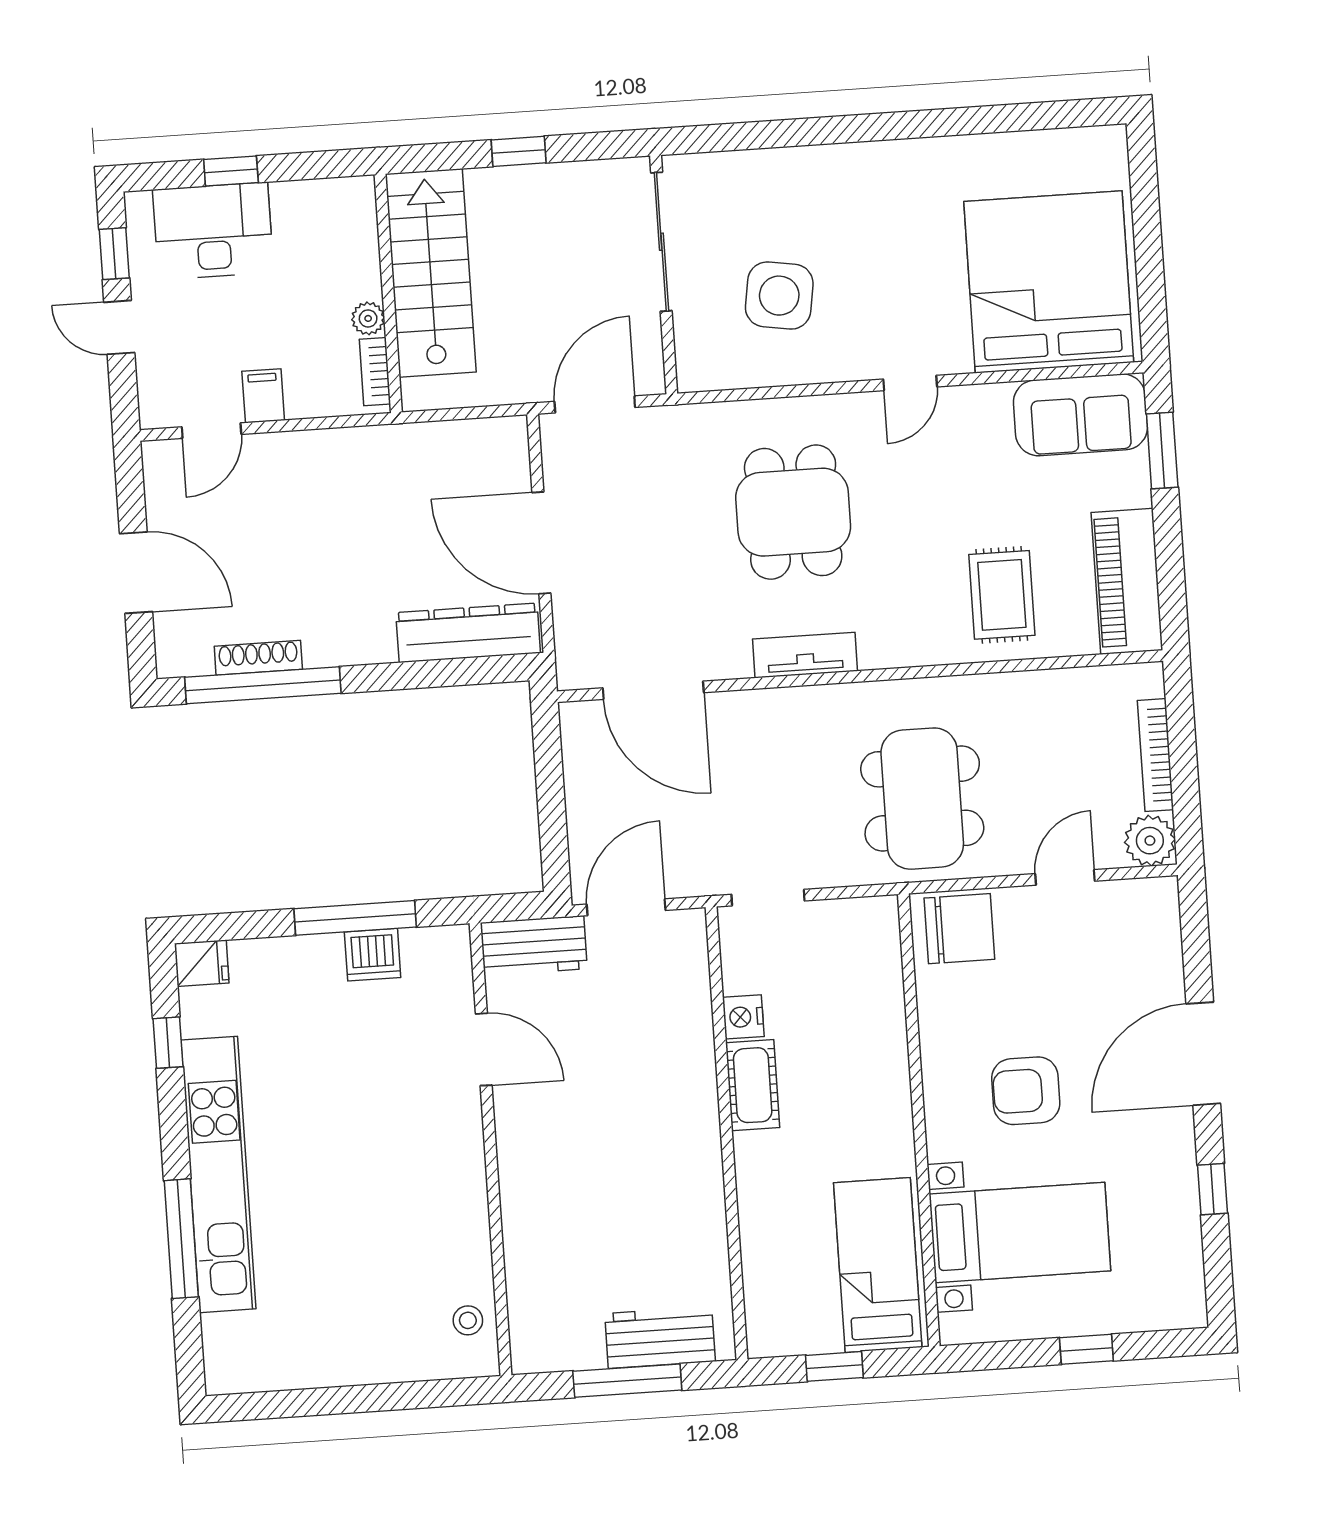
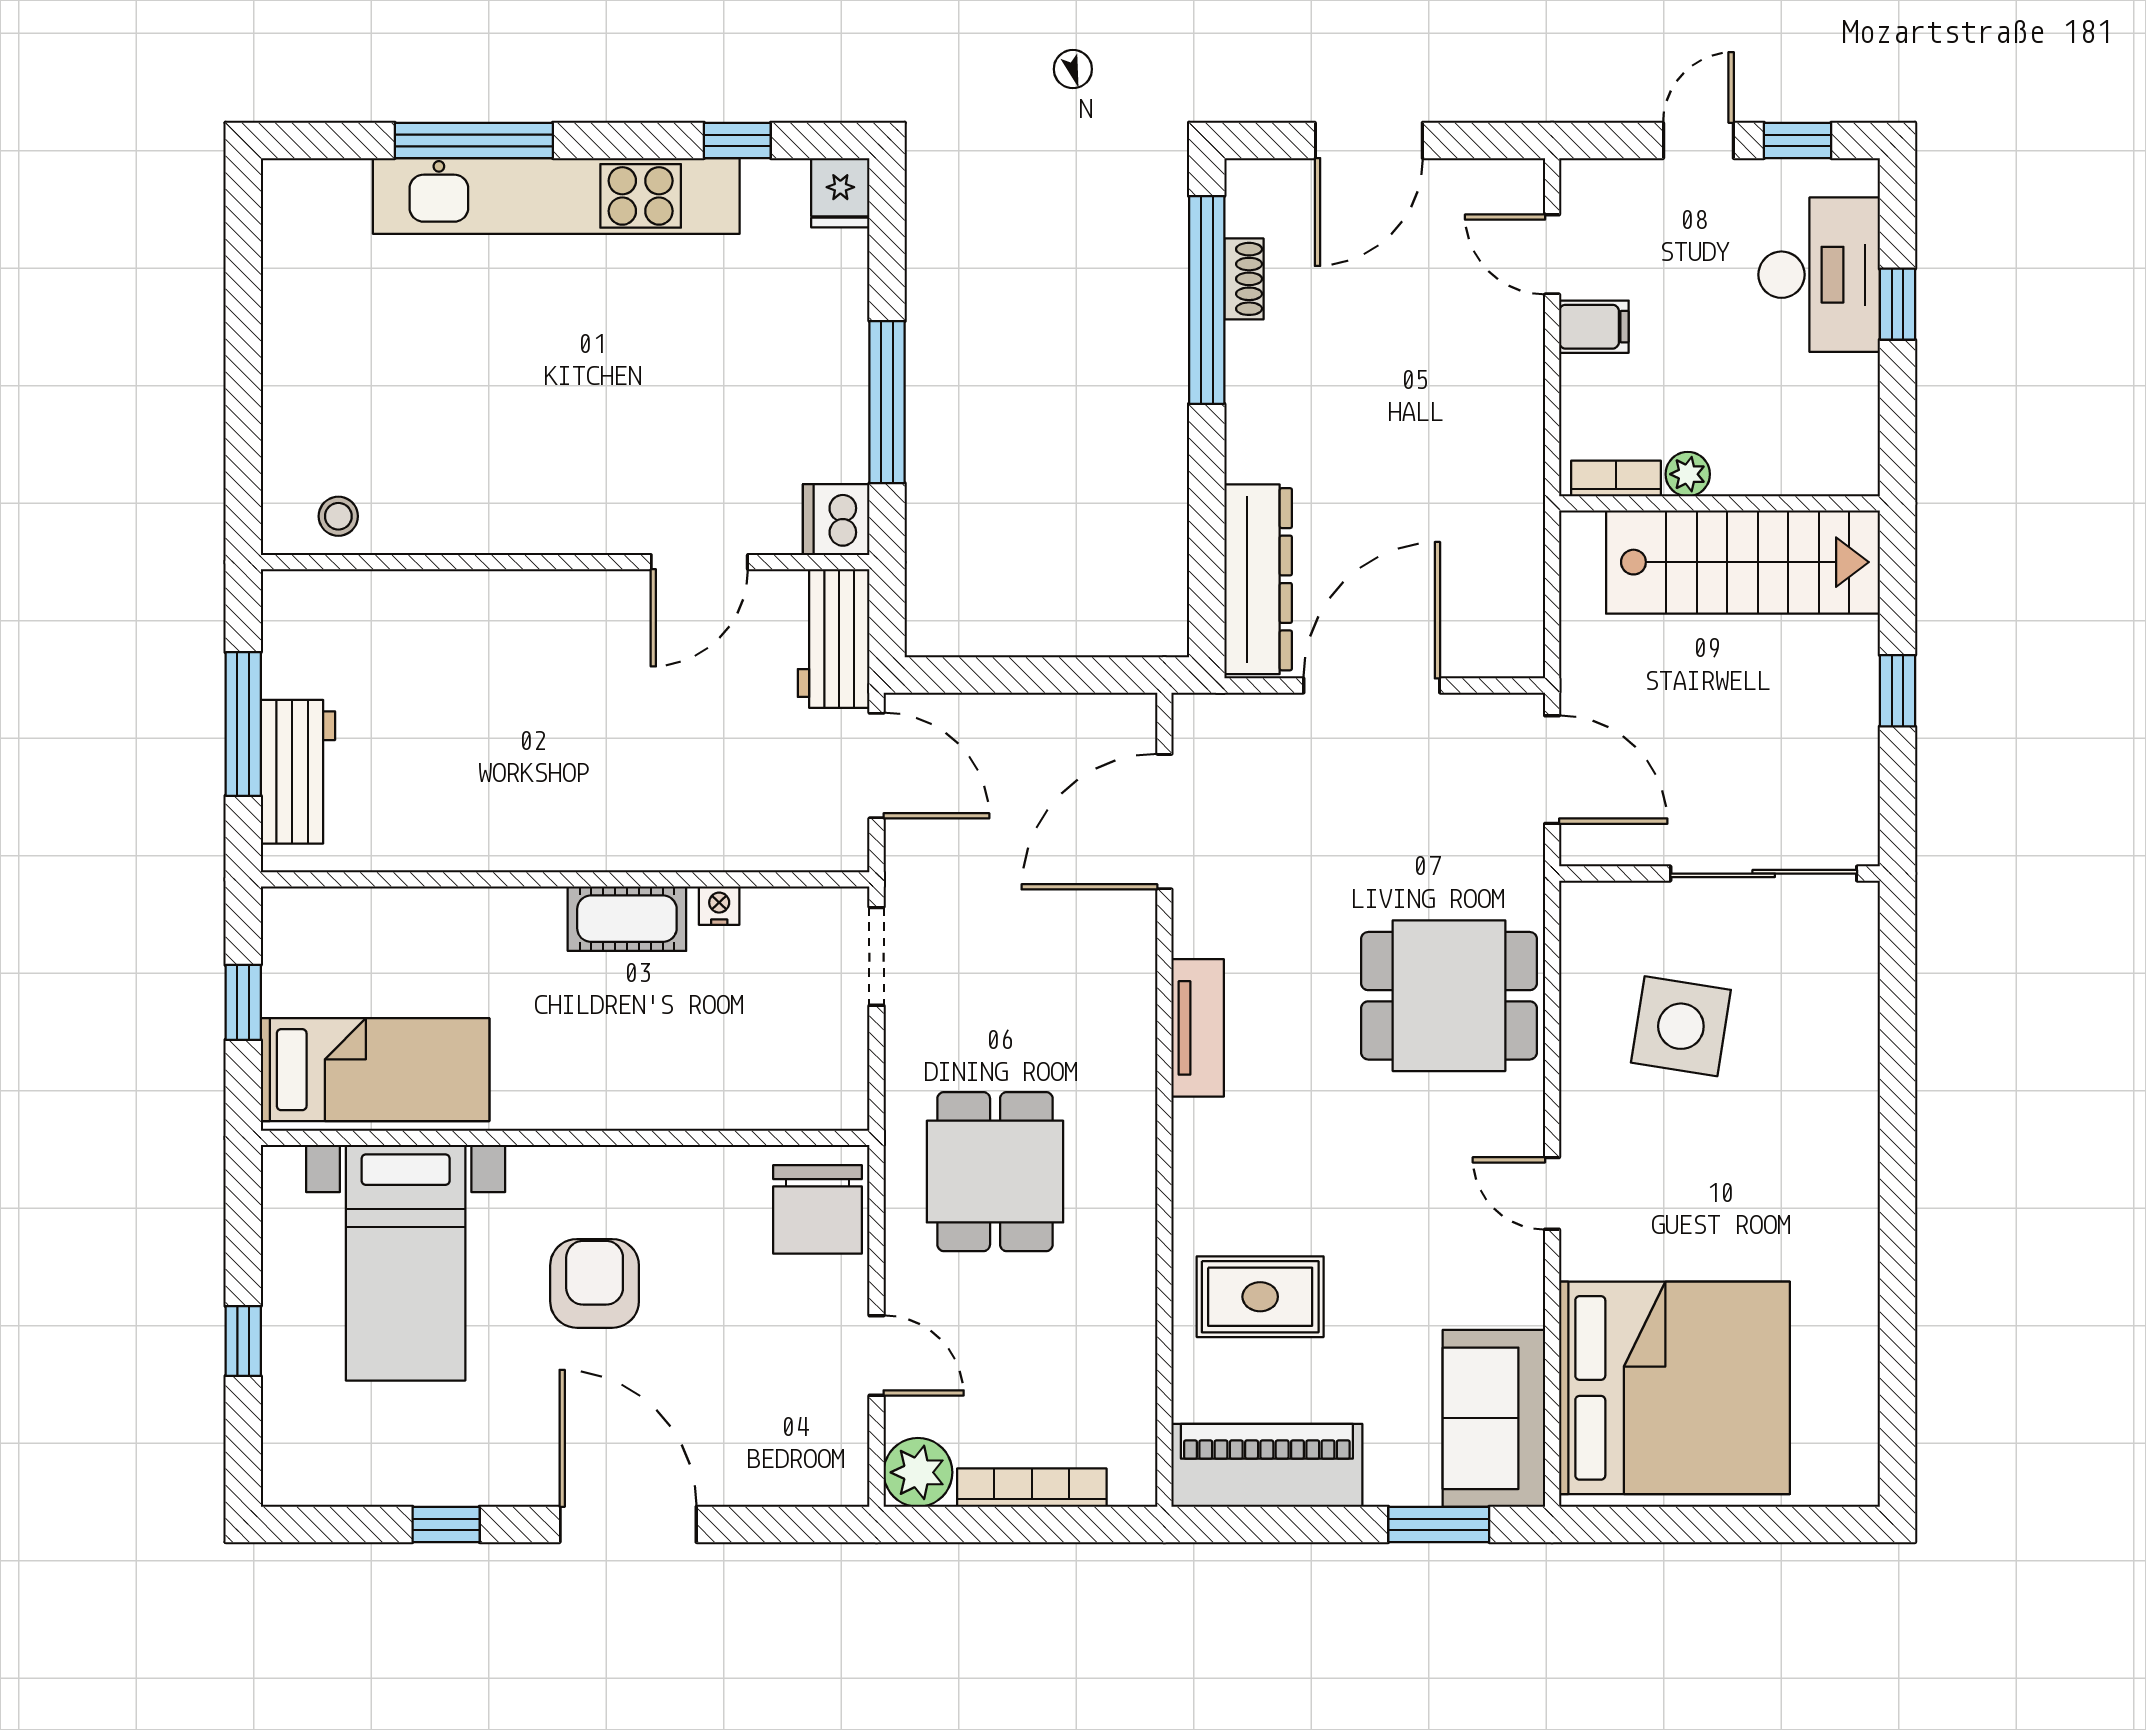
dining table: (793, 512) -> (1449, 996), moved
shoe rack: (258, 658) -> (1244, 279), width x0.70
dining table: (922, 799) -> (995, 1172), width x0.73
dishwasher: (373, 955) -> (836, 520), moved
nightstand: (743, 1017) -> (719, 906), width x0.72, depth x0.74

